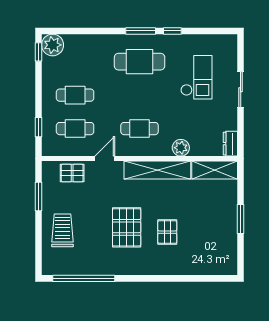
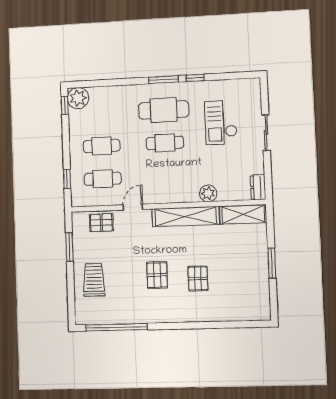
checkout: (196, 77) -> (221, 122), turned 180
cafe table: (140, 129) -> (165, 143), moved
pallet: (127, 227) -> (157, 275), width x0.67, depth x0.71

